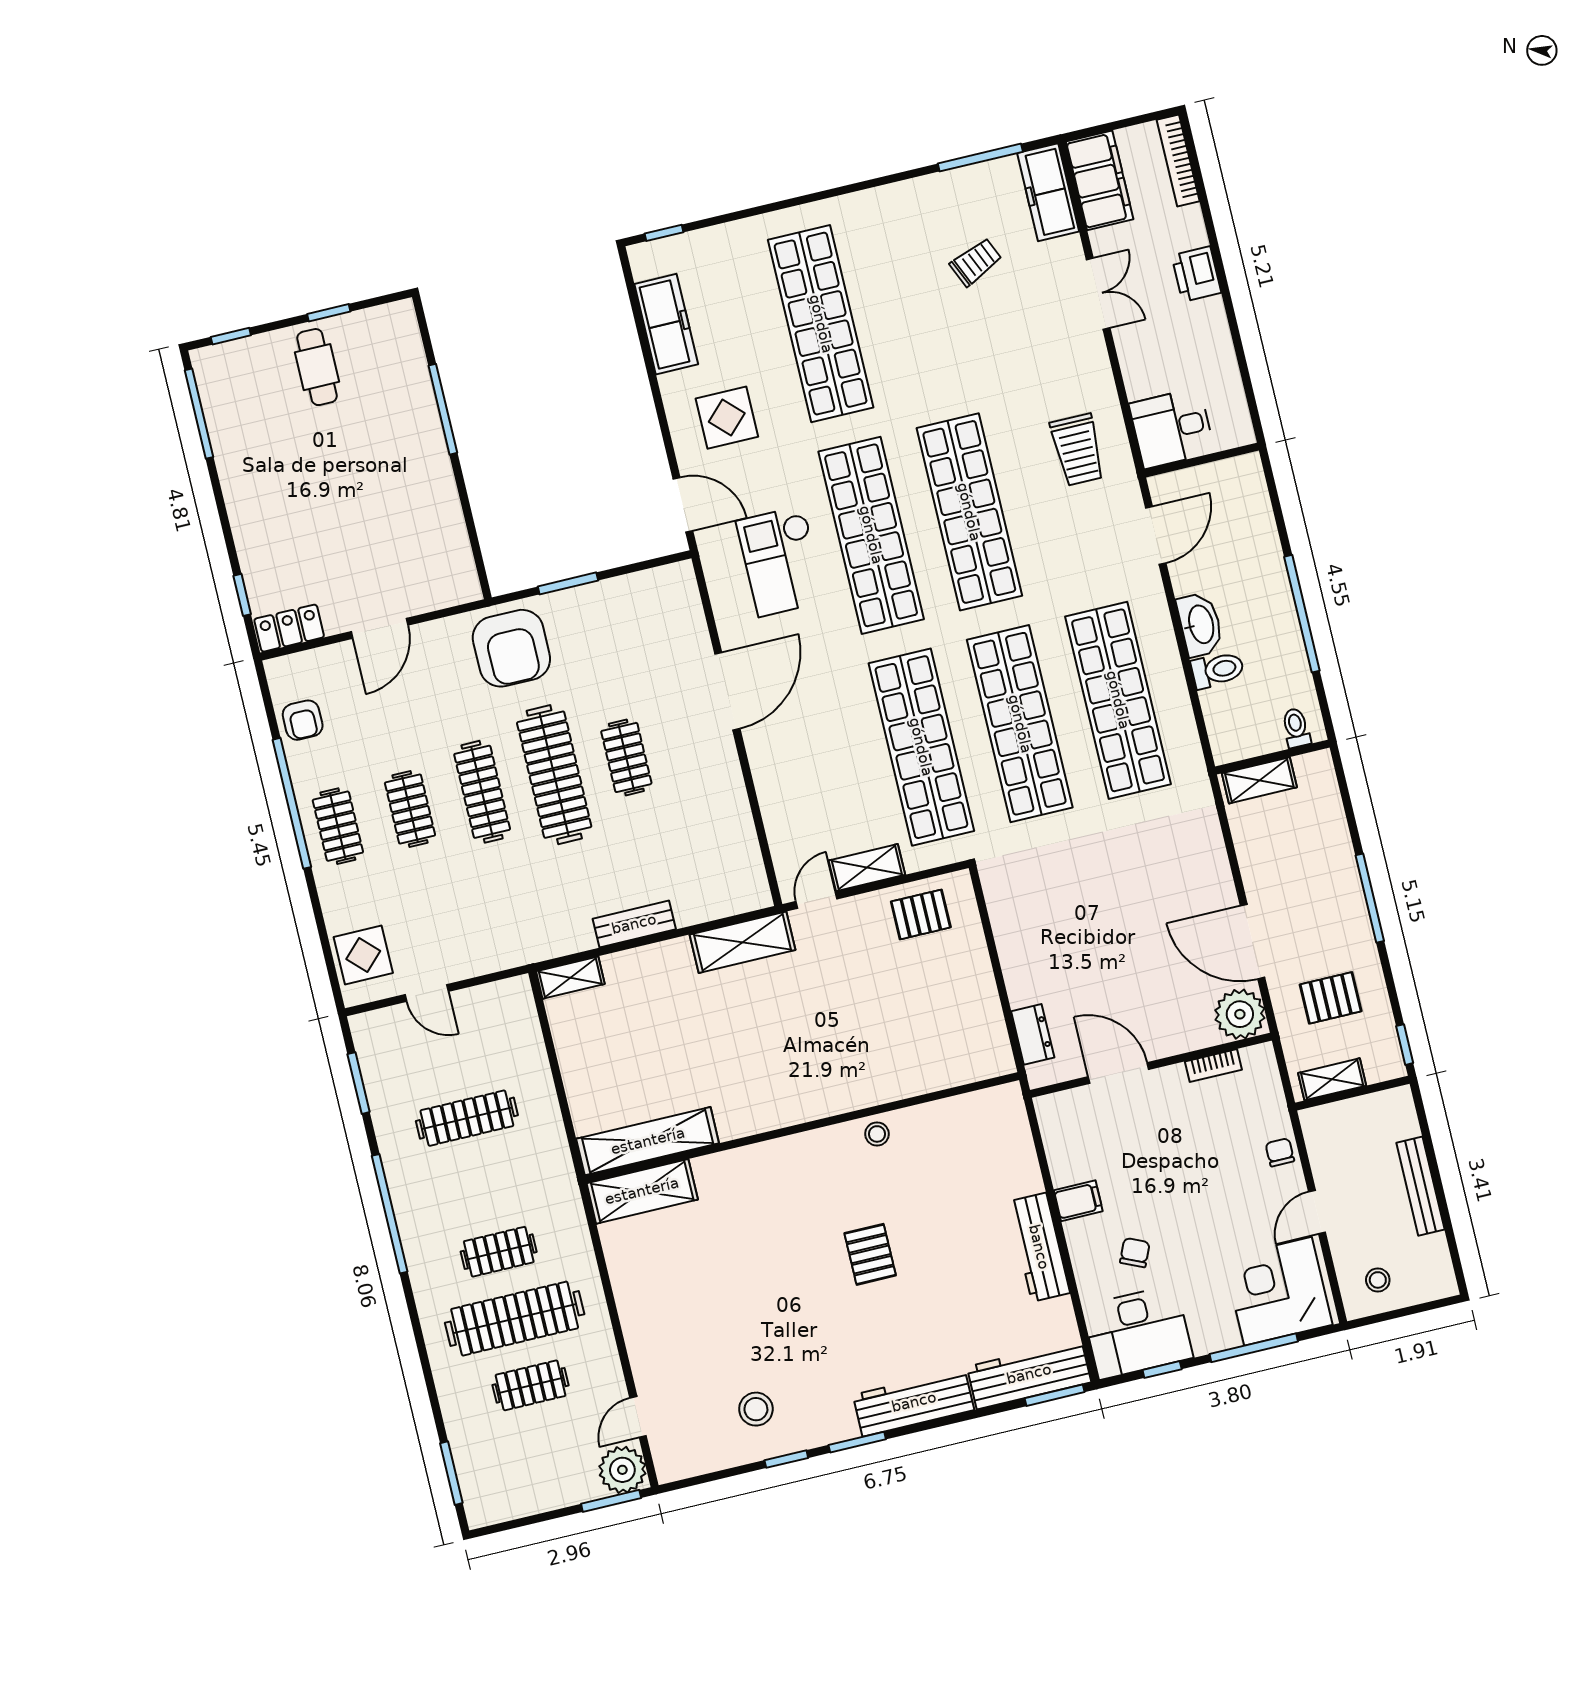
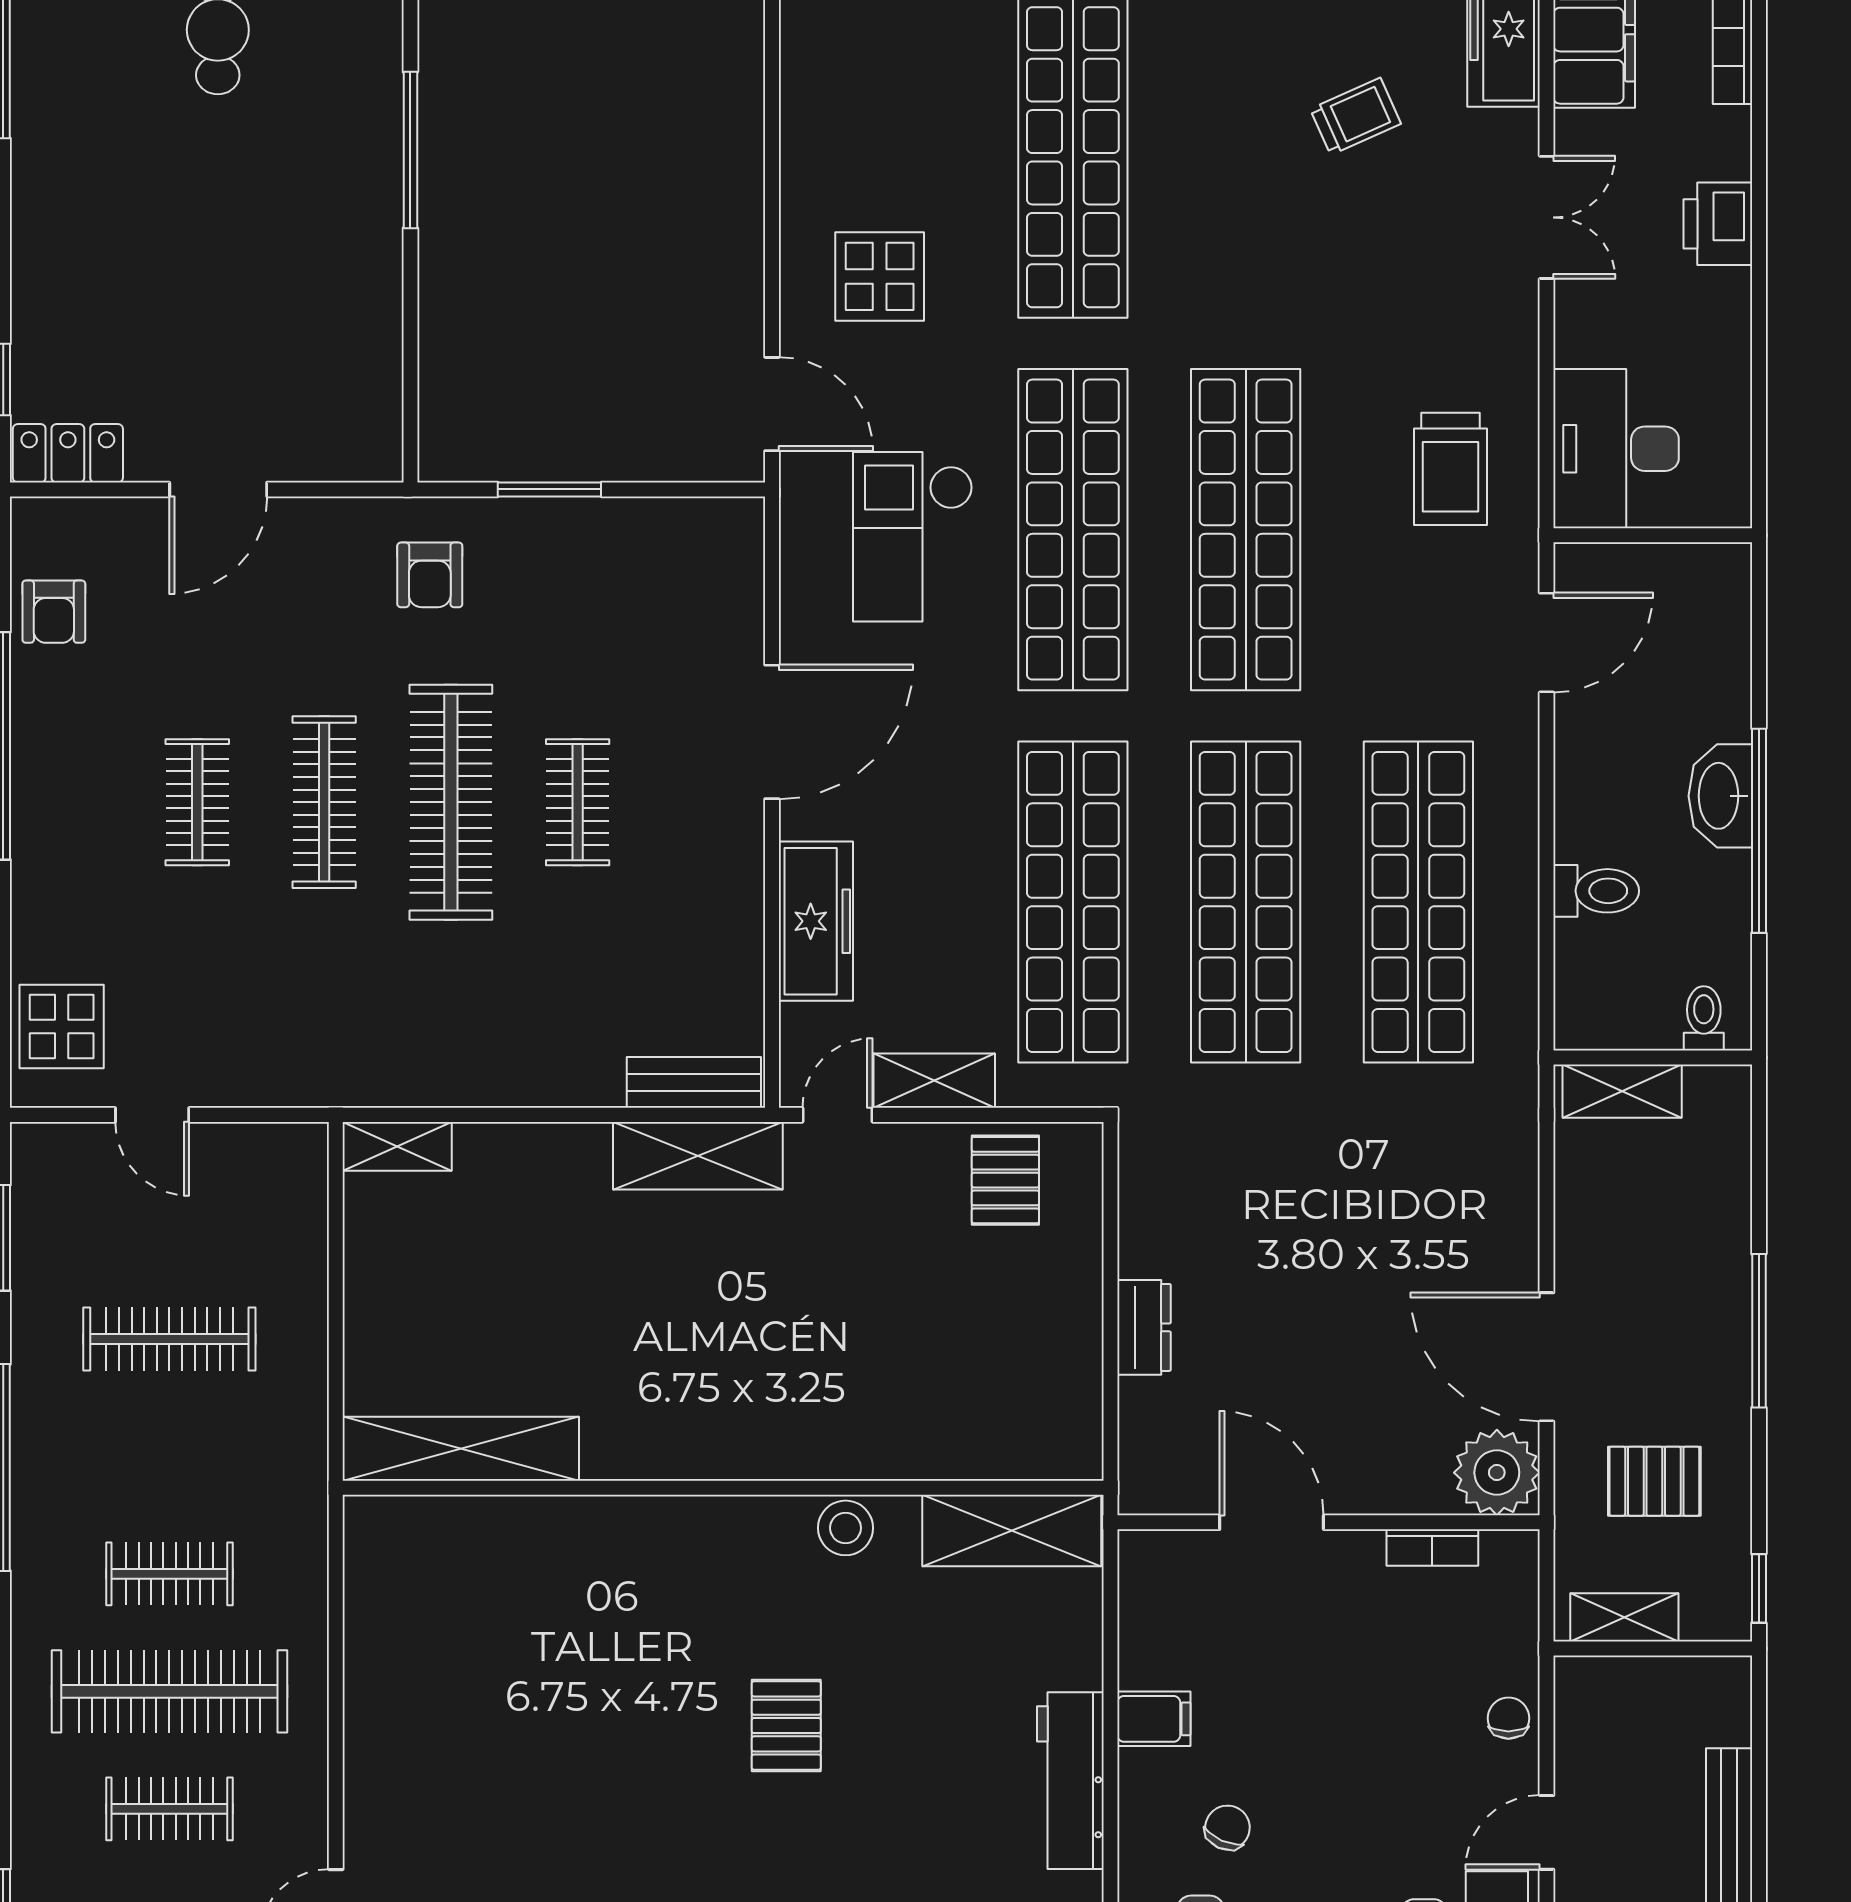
freezer: (666, 324) -> (816, 921), moved
desk: (1172, 428) -> (1616, 449), width x1.37
washbasin: (1200, 625) -> (1720, 796), moved, turned 180
armchair: (511, 648) -> (430, 575), width x0.53, depth x0.53
clothes rail: (338, 826) -> (71, 802), removed
pallet: (921, 914) -> (1005, 1180), turned 90
bench: (634, 924) -> (694, 1082), moved
dresser: (1033, 1034) -> (1144, 1327), moved
stool: (877, 1134) -> (846, 1528), width x1.37, depth x1.37
shelving: (642, 1191) -> (1012, 1531), moved

